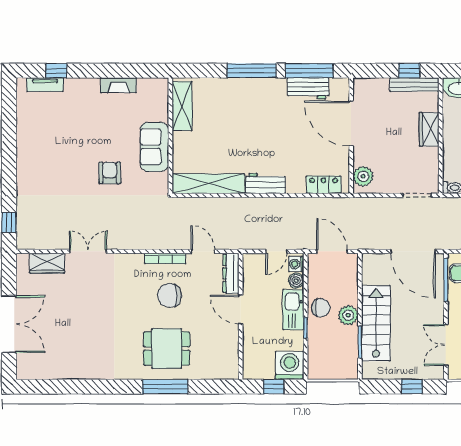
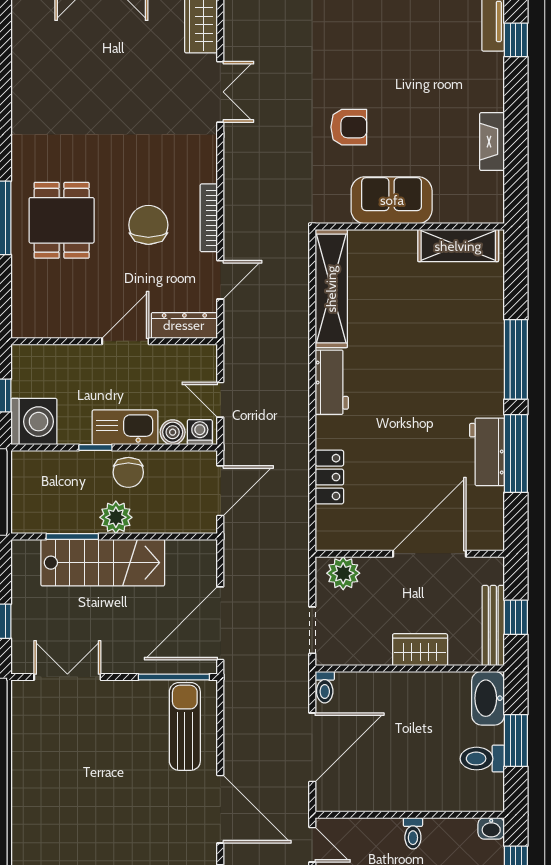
door: (351, 124) -> (430, 554), moved
wall: (351, 136) -> (410, 554), moved
plant: (363, 176) -> (343, 573), moved

